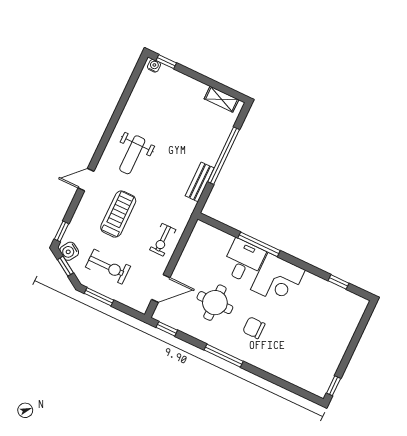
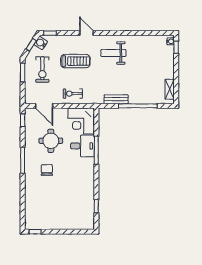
corner desk: (278, 280) -> (81, 121), moved

